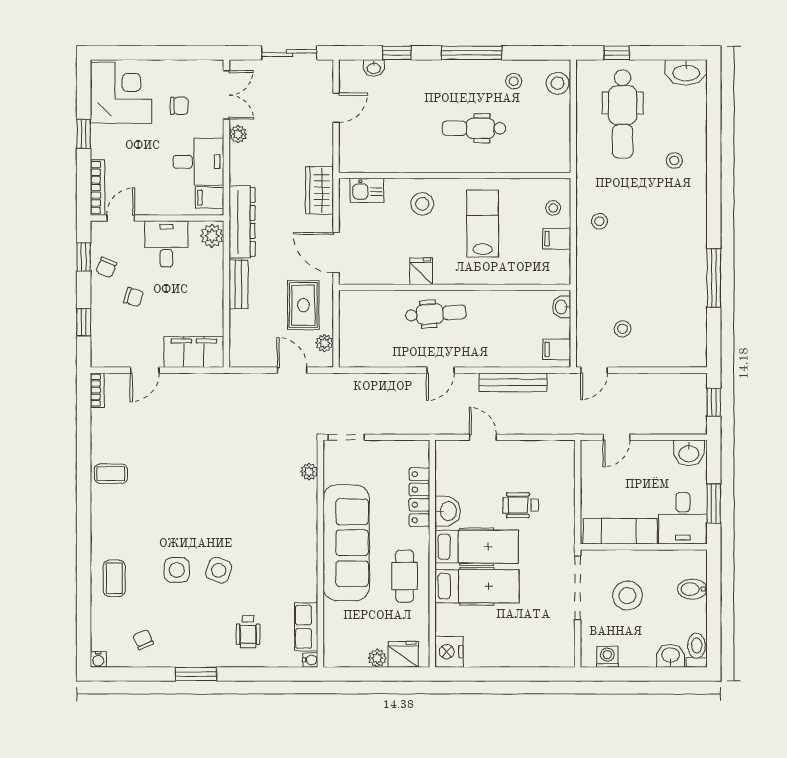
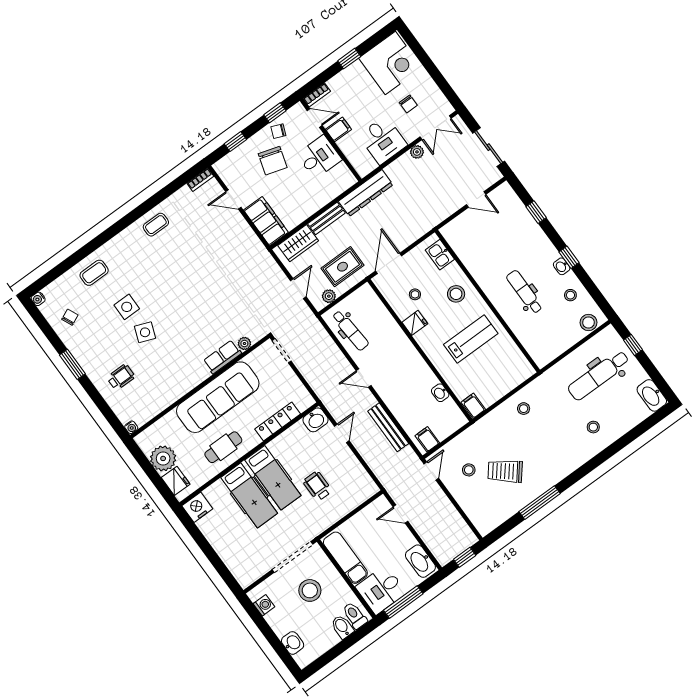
window: (472, 53) -> (569, 257), width x0.46
washbasin: (374, 68) -> (562, 266), moved
bookcase: (98, 188) -> (317, 95), width x0.64
wardrobe: (320, 190) -> (298, 243), moved, turned 180
filing cabinet: (210, 198) -> (338, 129), moved, turned 90
stool: (553, 208) -> (415, 294), moved
plant: (212, 236) -> (344, 181), removed
filing cabinet: (557, 239) -> (473, 406), moved
trolley: (653, 290) -> (505, 471), added
chair: (134, 297) -> (273, 161), width x1.87, depth x1.87
washbasin: (562, 307) -> (440, 393), moved, turned -90
dental chair: (436, 314) -> (350, 330), moved
door: (594, 370) -> (431, 471), swing flipped
washbasin: (689, 453) -> (420, 561), width x1.38
coffee table: (111, 474) -> (156, 225), turned 90
window: (714, 504) -> (403, 602), width x1.44
washbasin: (448, 511) -> (316, 420), moved
row of seats: (306, 627) -> (222, 357), moved
wheelchair: (248, 632) -> (121, 377), turned 180
toilet: (697, 650) -> (355, 615), moved, turned -90
plant: (377, 658) -> (163, 458), width x1.88, depth x1.88

